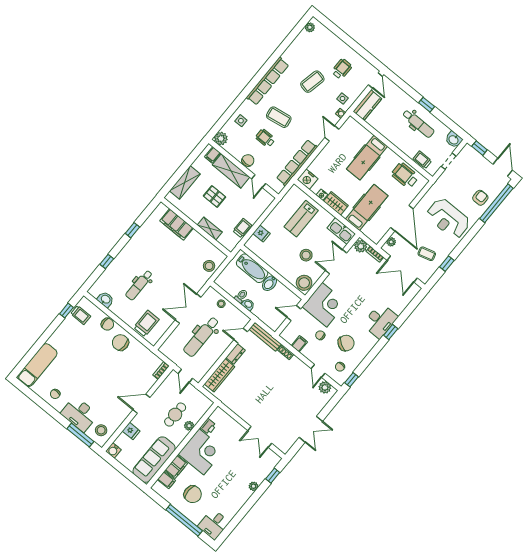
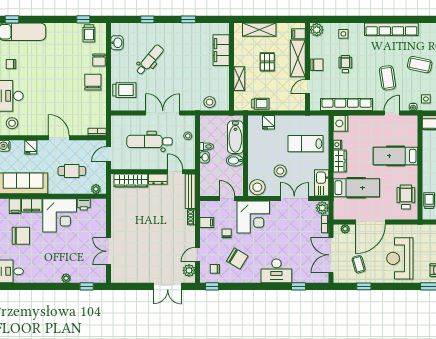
coffee table: (279, 117) -> (387, 78), moved
dental chair: (139, 285) -> (150, 60), turned 130
window: (391, 332) -> (299, 286), moved
window: (22, 365) -> (12, 19), added
plant: (189, 426) -> (96, 189), moved
double door: (311, 429) -> (168, 286), moved
chair: (193, 494) -> (21, 236), turned -90

